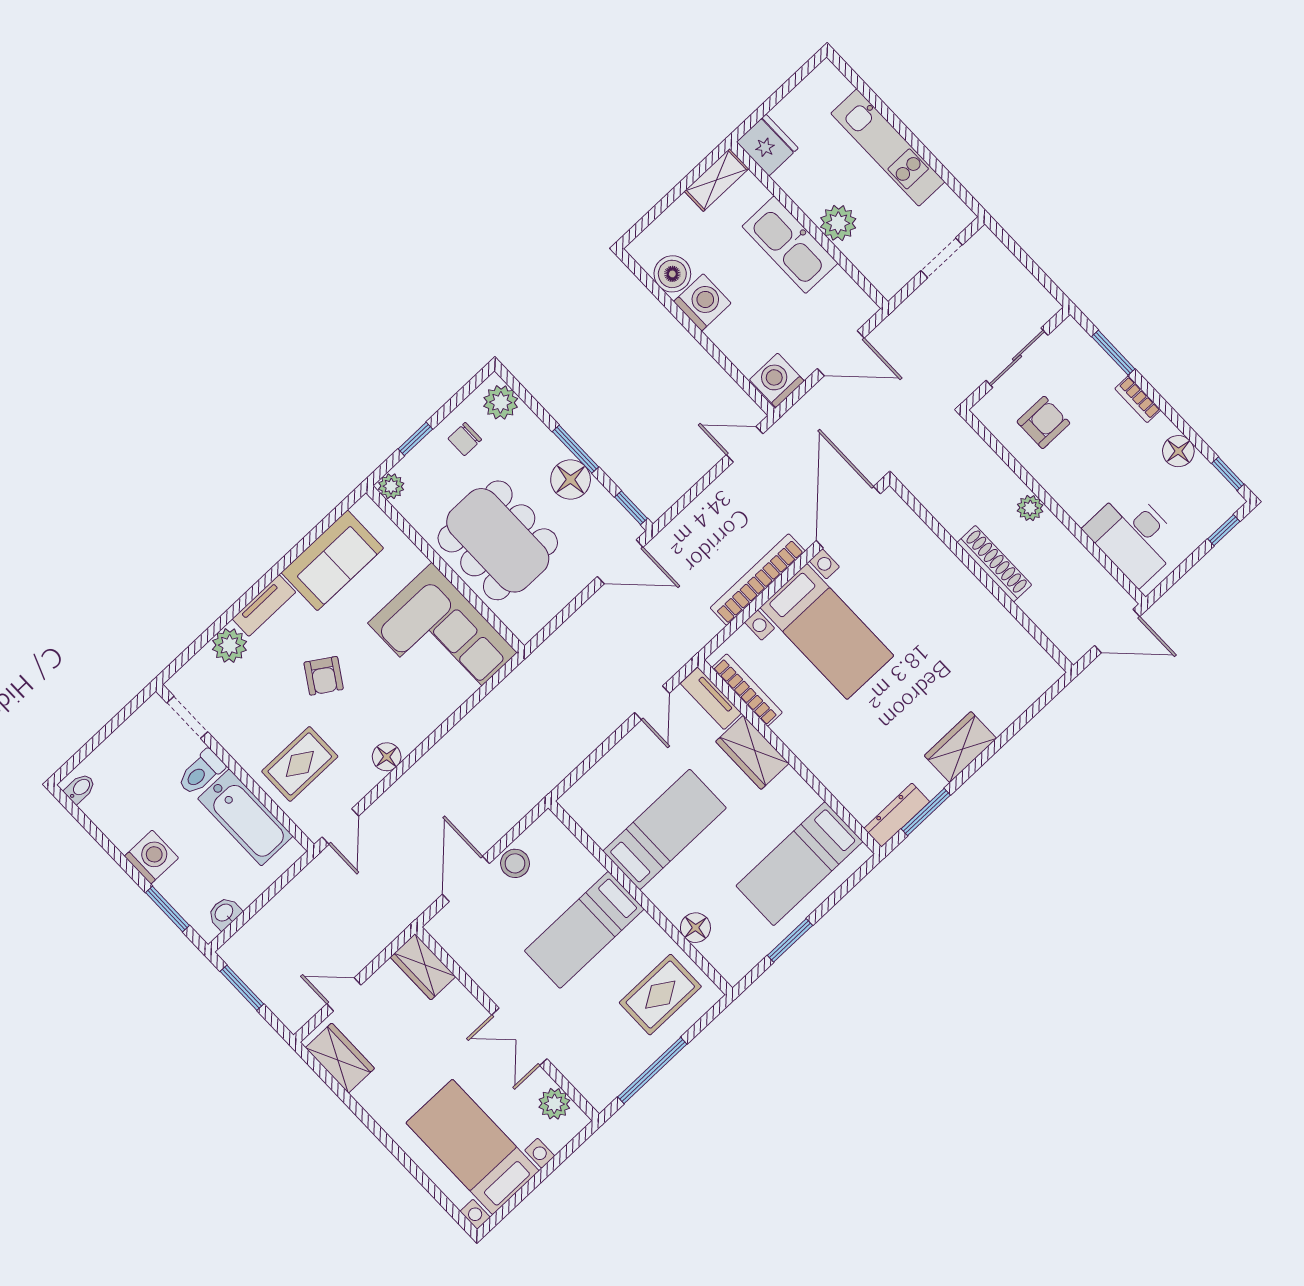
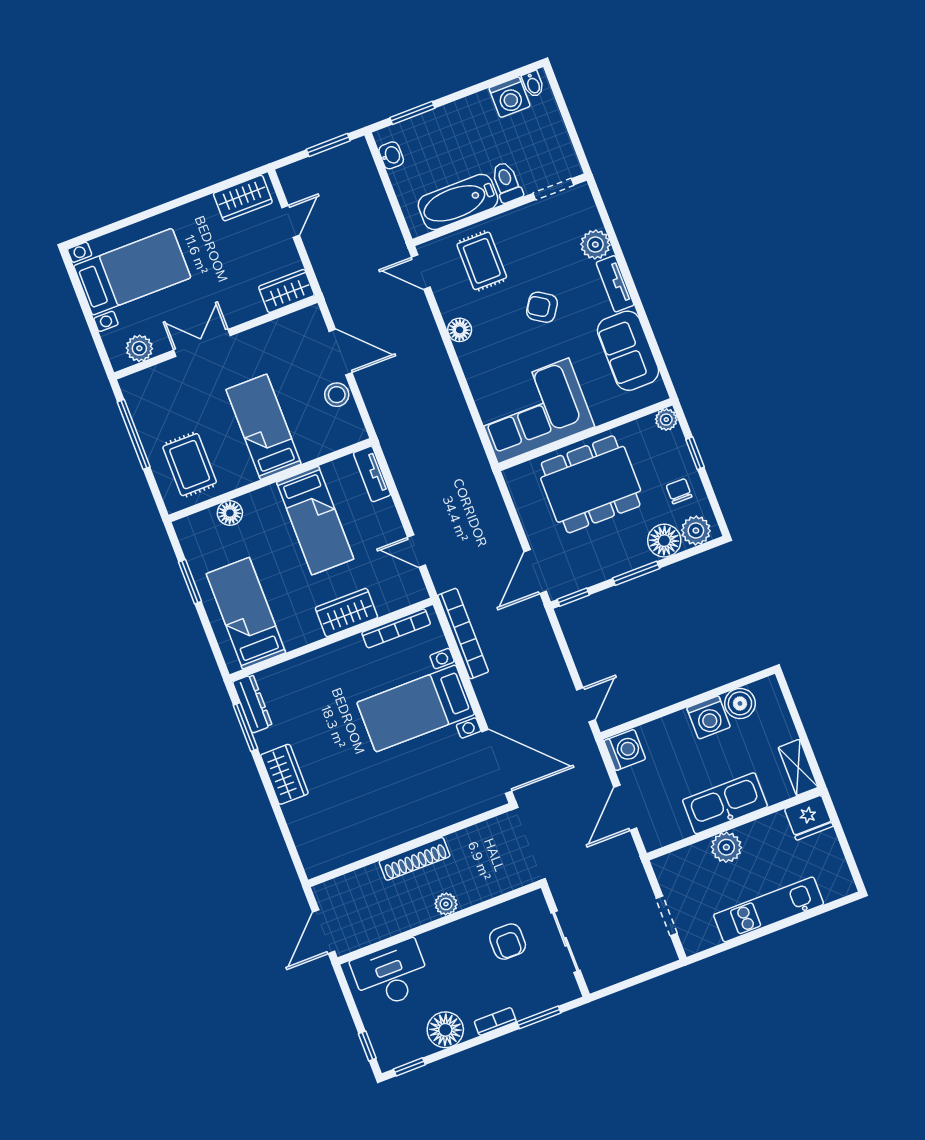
floor lamp: (1178, 451) -> (445, 1030), width x1.38, depth x1.38
floor lamp: (571, 480) -> (664, 541), moved
bookcase: (758, 580) -> (463, 634), moved
tv unit: (711, 698) -> (372, 474), moved, turned -90
washing machine: (151, 857) -> (510, 97), moved

